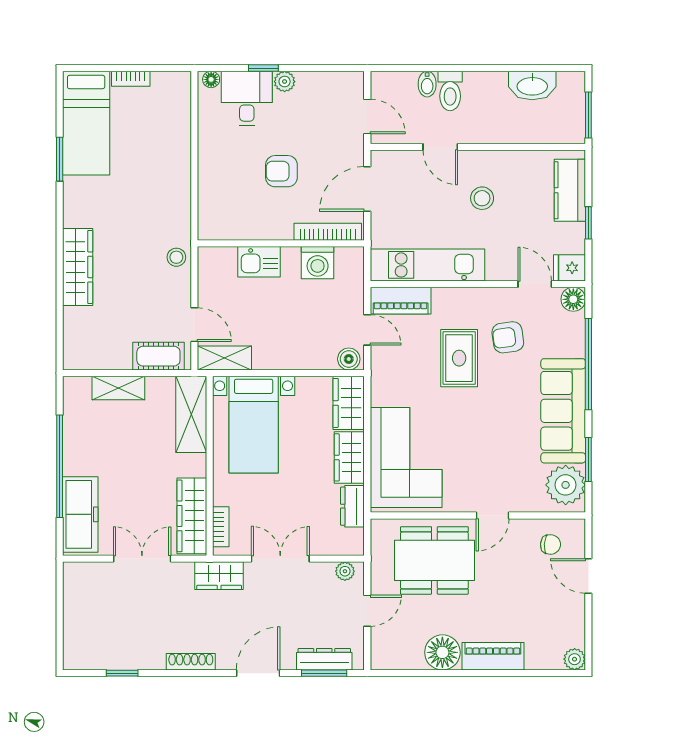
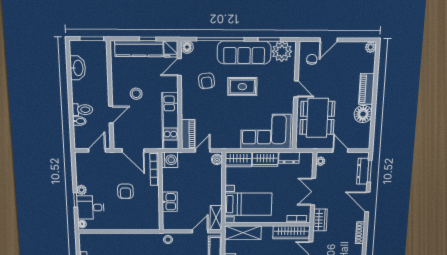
kitchen counter: (570, 190) -> (139, 49), width x1.50
washing machine: (318, 263) -> (170, 160), moved
rug: (459, 358) -> (242, 87), moved

